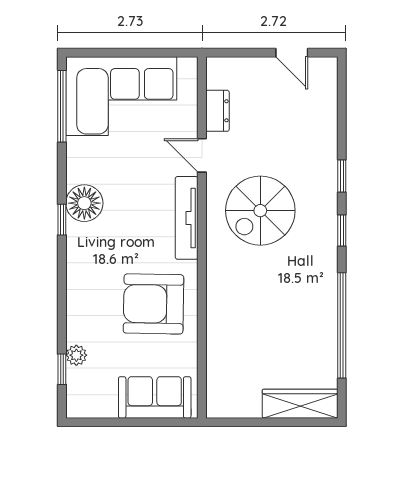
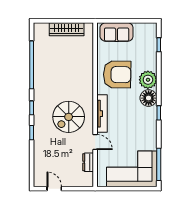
floor lamp: (84, 203) -> (149, 98), moved
spiral stairs: (260, 211) -> (69, 117), turned 180
plant: (76, 355) -> (148, 80), moved, width x1.88, depth x1.88
wardrobe: (300, 404) -> (67, 29), moved

